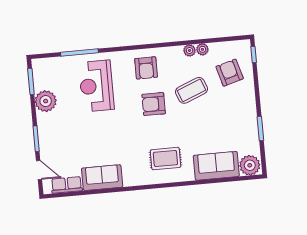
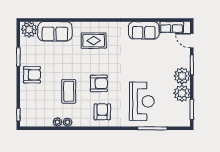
armchair: (230, 73) -> (32, 75), moved, turned -74
coffee table: (192, 90) -> (69, 91), turned -68
plant: (47, 123) -> (182, 76), added

